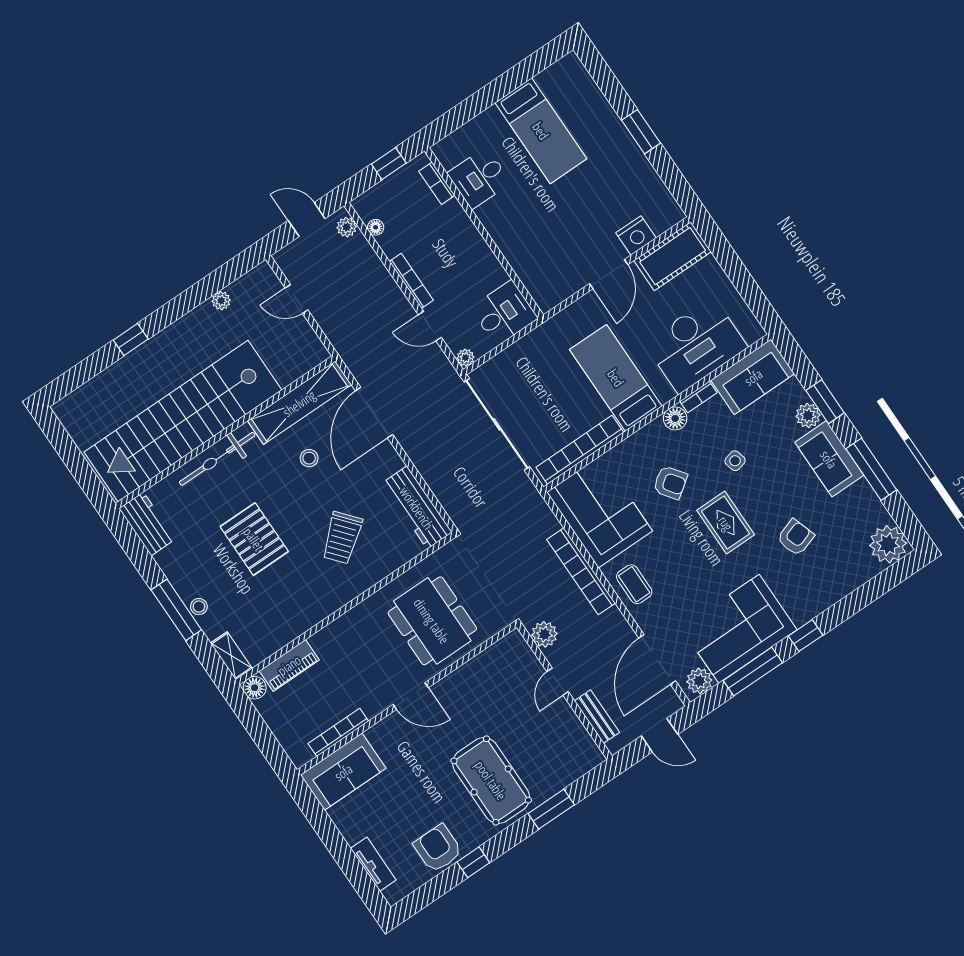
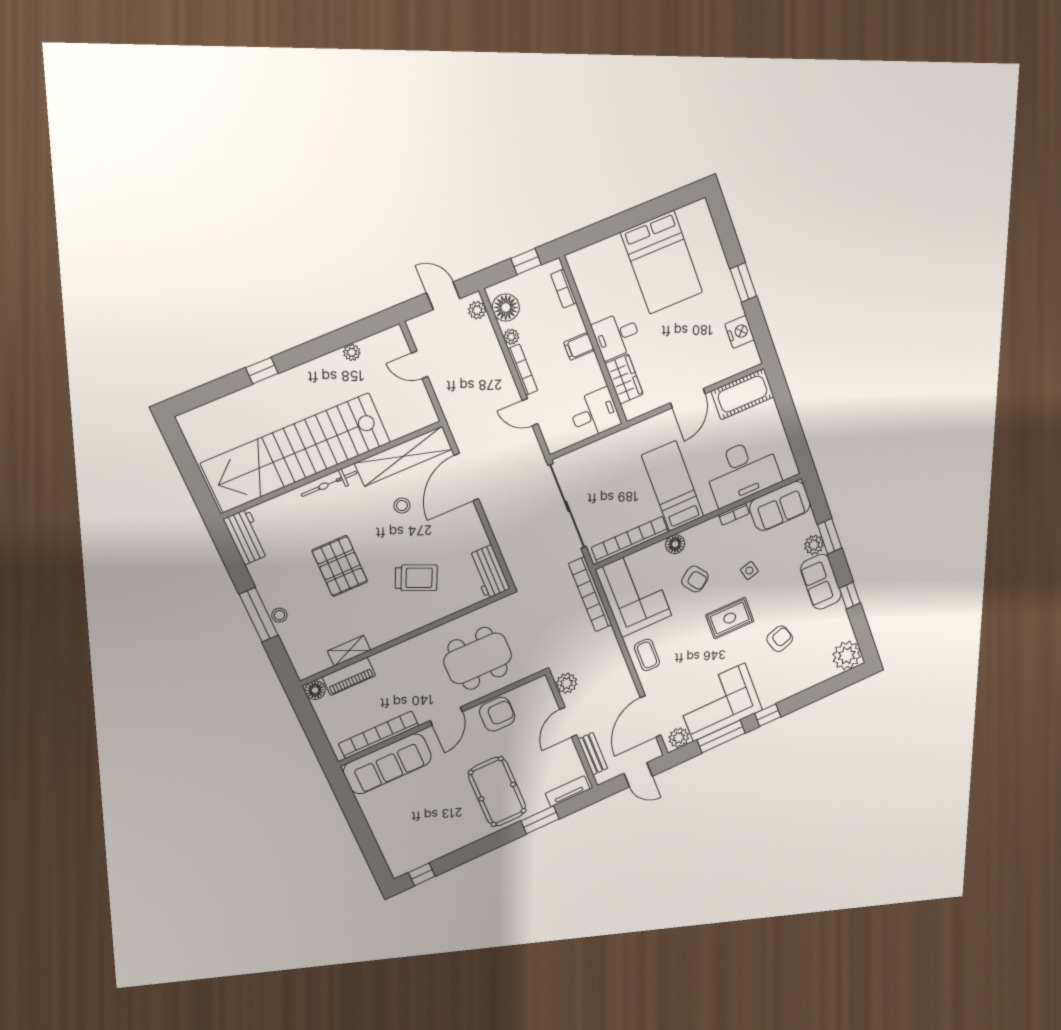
bed: (541, 131) -> (662, 262), width x1.50
desk: (479, 178) -> (617, 335), moved
floor lamp: (376, 227) -> (506, 308), width x1.89, depth x1.89
nightstand: (636, 235) -> (740, 332), moved, turned -90
filing cabinet: (469, 242) -> (579, 346), added
wardrobe: (529, 268) -> (624, 379), added
plant: (465, 358) -> (511, 337), moved
floor lamp: (675, 418) -> (675, 544), moved
bicycle: (217, 459) -> (329, 484), width x0.73, depth x0.71
window: (871, 469) -> (850, 596), width x0.46
workbench: (417, 508) -> (489, 572), width x0.73
rug: (726, 523) -> (730, 618), turned 90
trolley: (342, 538) -> (416, 578), turned -116
bookcase: (581, 571) -> (590, 594), moved
dining table: (432, 621) -> (478, 658), turned 90
shelving: (231, 656) -> (349, 651), moved, turned 90
door: (558, 682) -> (568, 722), width x1.38
door: (411, 696) -> (446, 716), hinge flipped
bookcase: (338, 732) -> (379, 735), width x1.48, depth x1.31
sofa: (343, 772) -> (388, 764), width x1.36
armchair: (438, 848) -> (497, 714), moved, turned 90
window: (473, 862) -> (422, 874), moved
tv unit: (373, 864) -> (568, 791), moved, turned -90

